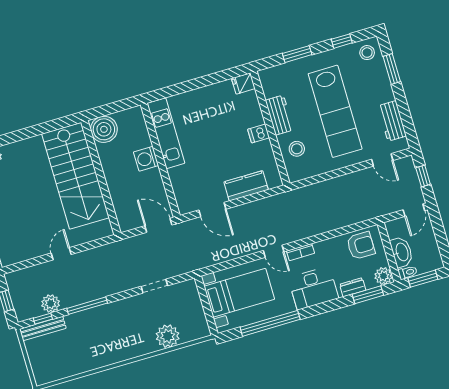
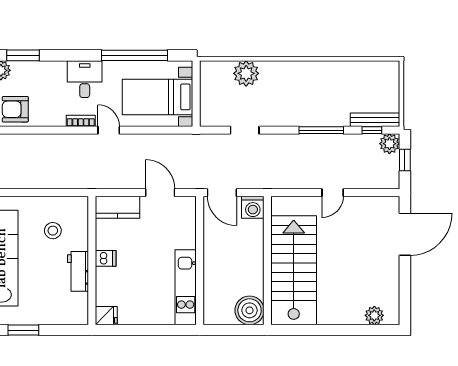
fridge: (243, 83) -> (106, 316), moved
workbench: (279, 115) -> (78, 271), moved
wall: (270, 128) -> (92, 260), moved
dishwasher: (259, 133) -> (106, 258), moved
washing machine: (146, 159) -> (253, 207), moved, turned 90
dresser: (353, 287) -> (37, 68), removed
desk: (313, 288) -> (85, 79), width x0.73
plant: (51, 303) -> (389, 144), moved

